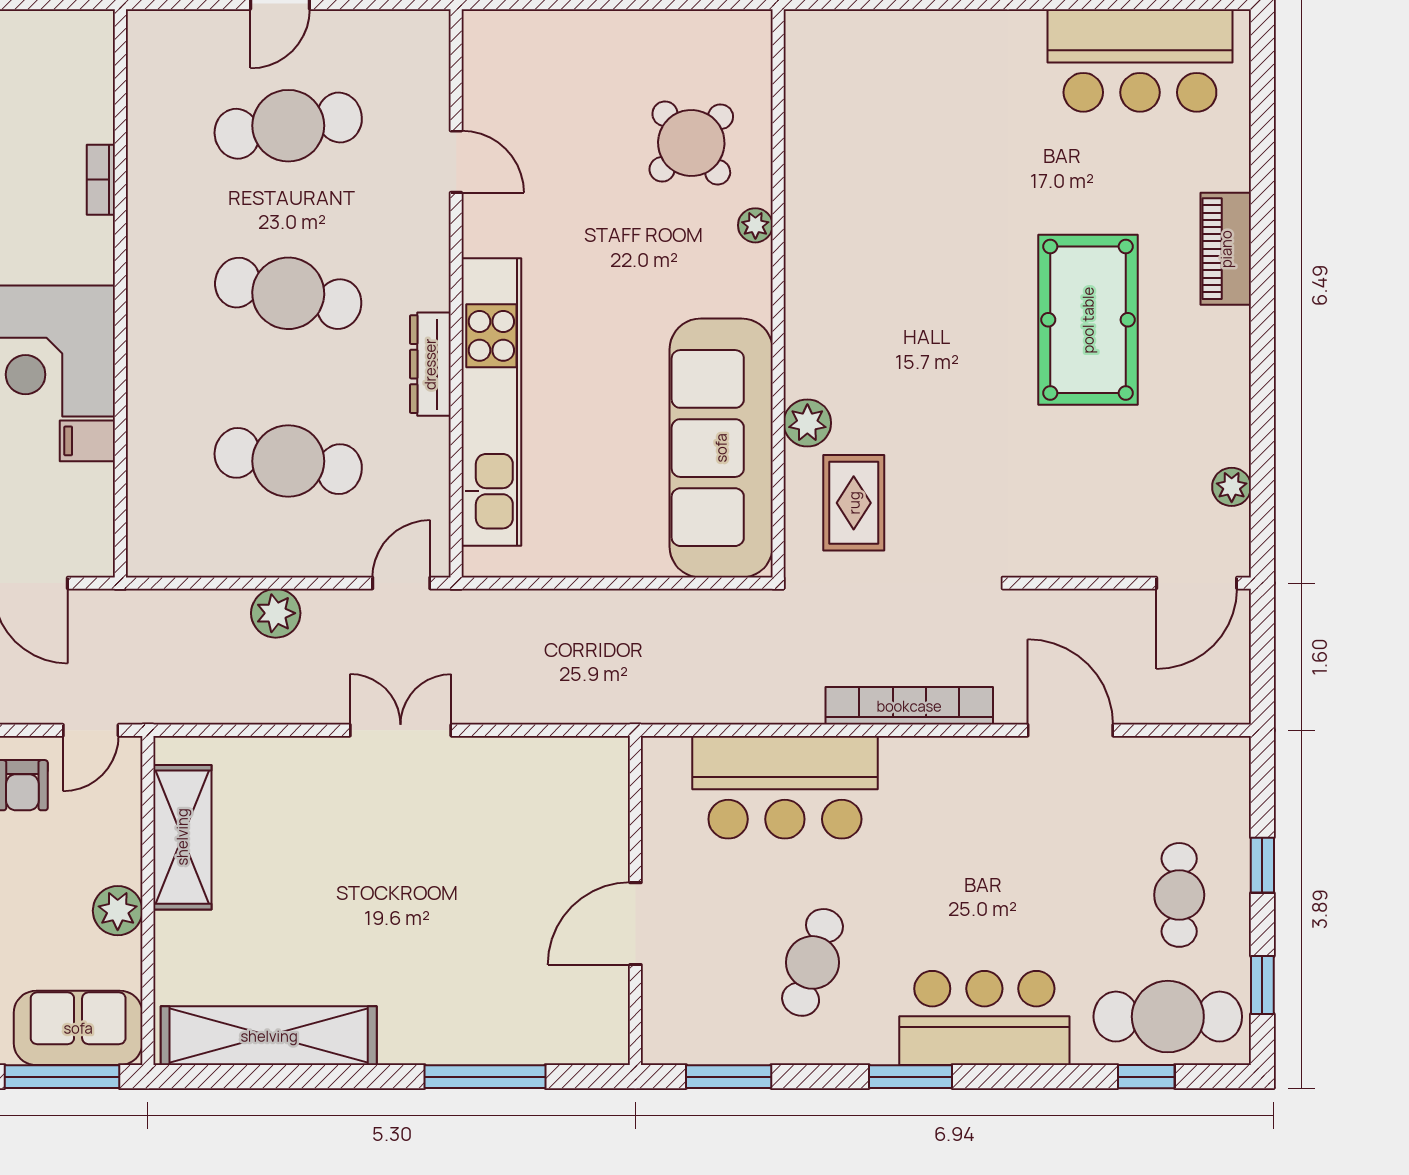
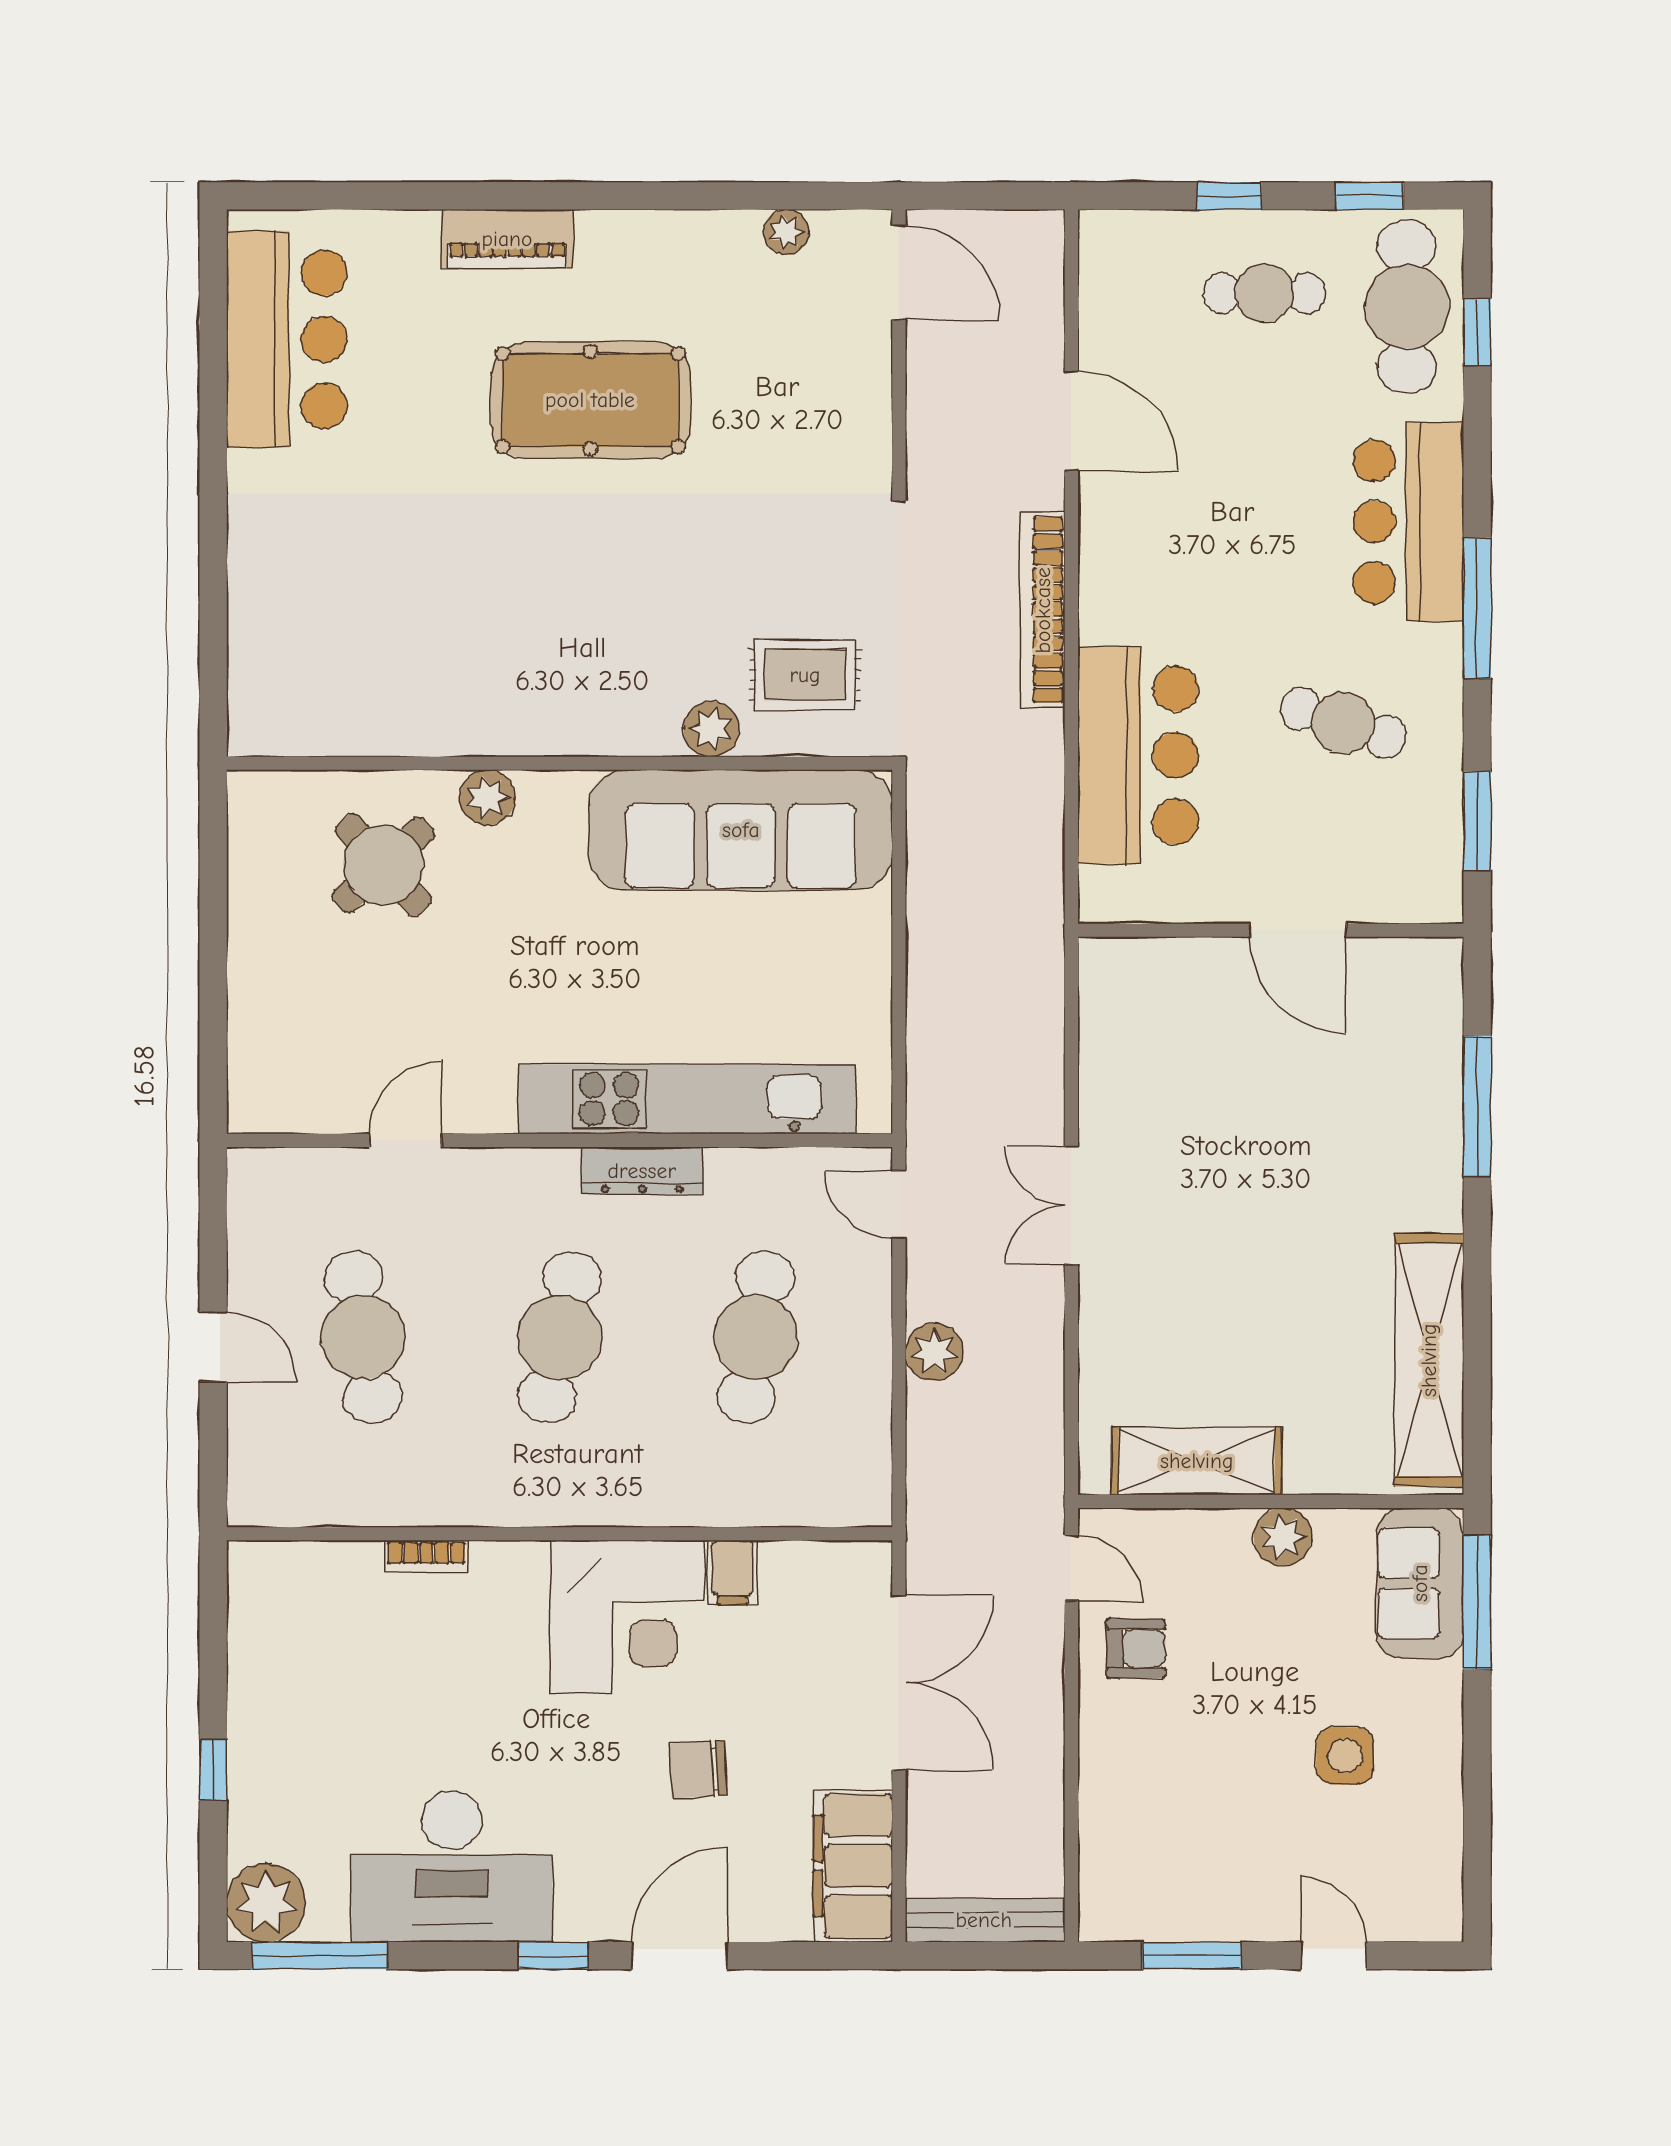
plant: (755, 225) -> (487, 797), width x1.38, depth x1.38
door: (1070, 730) -> (1071, 421), swing flipped
window: (911, 1077) -> (1477, 608), width x1.44

